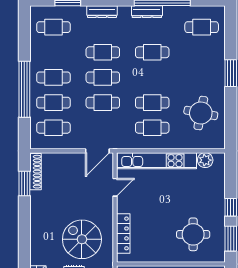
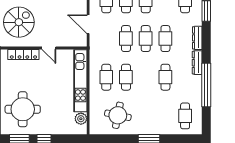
dresser: (147, 12) -> (197, 63), moved
door: (97, 151) -> (88, 24), moved
door: (115, 187) -> (49, 48), moved
round table: (193, 234) -> (23, 109), width x1.36, depth x1.36

